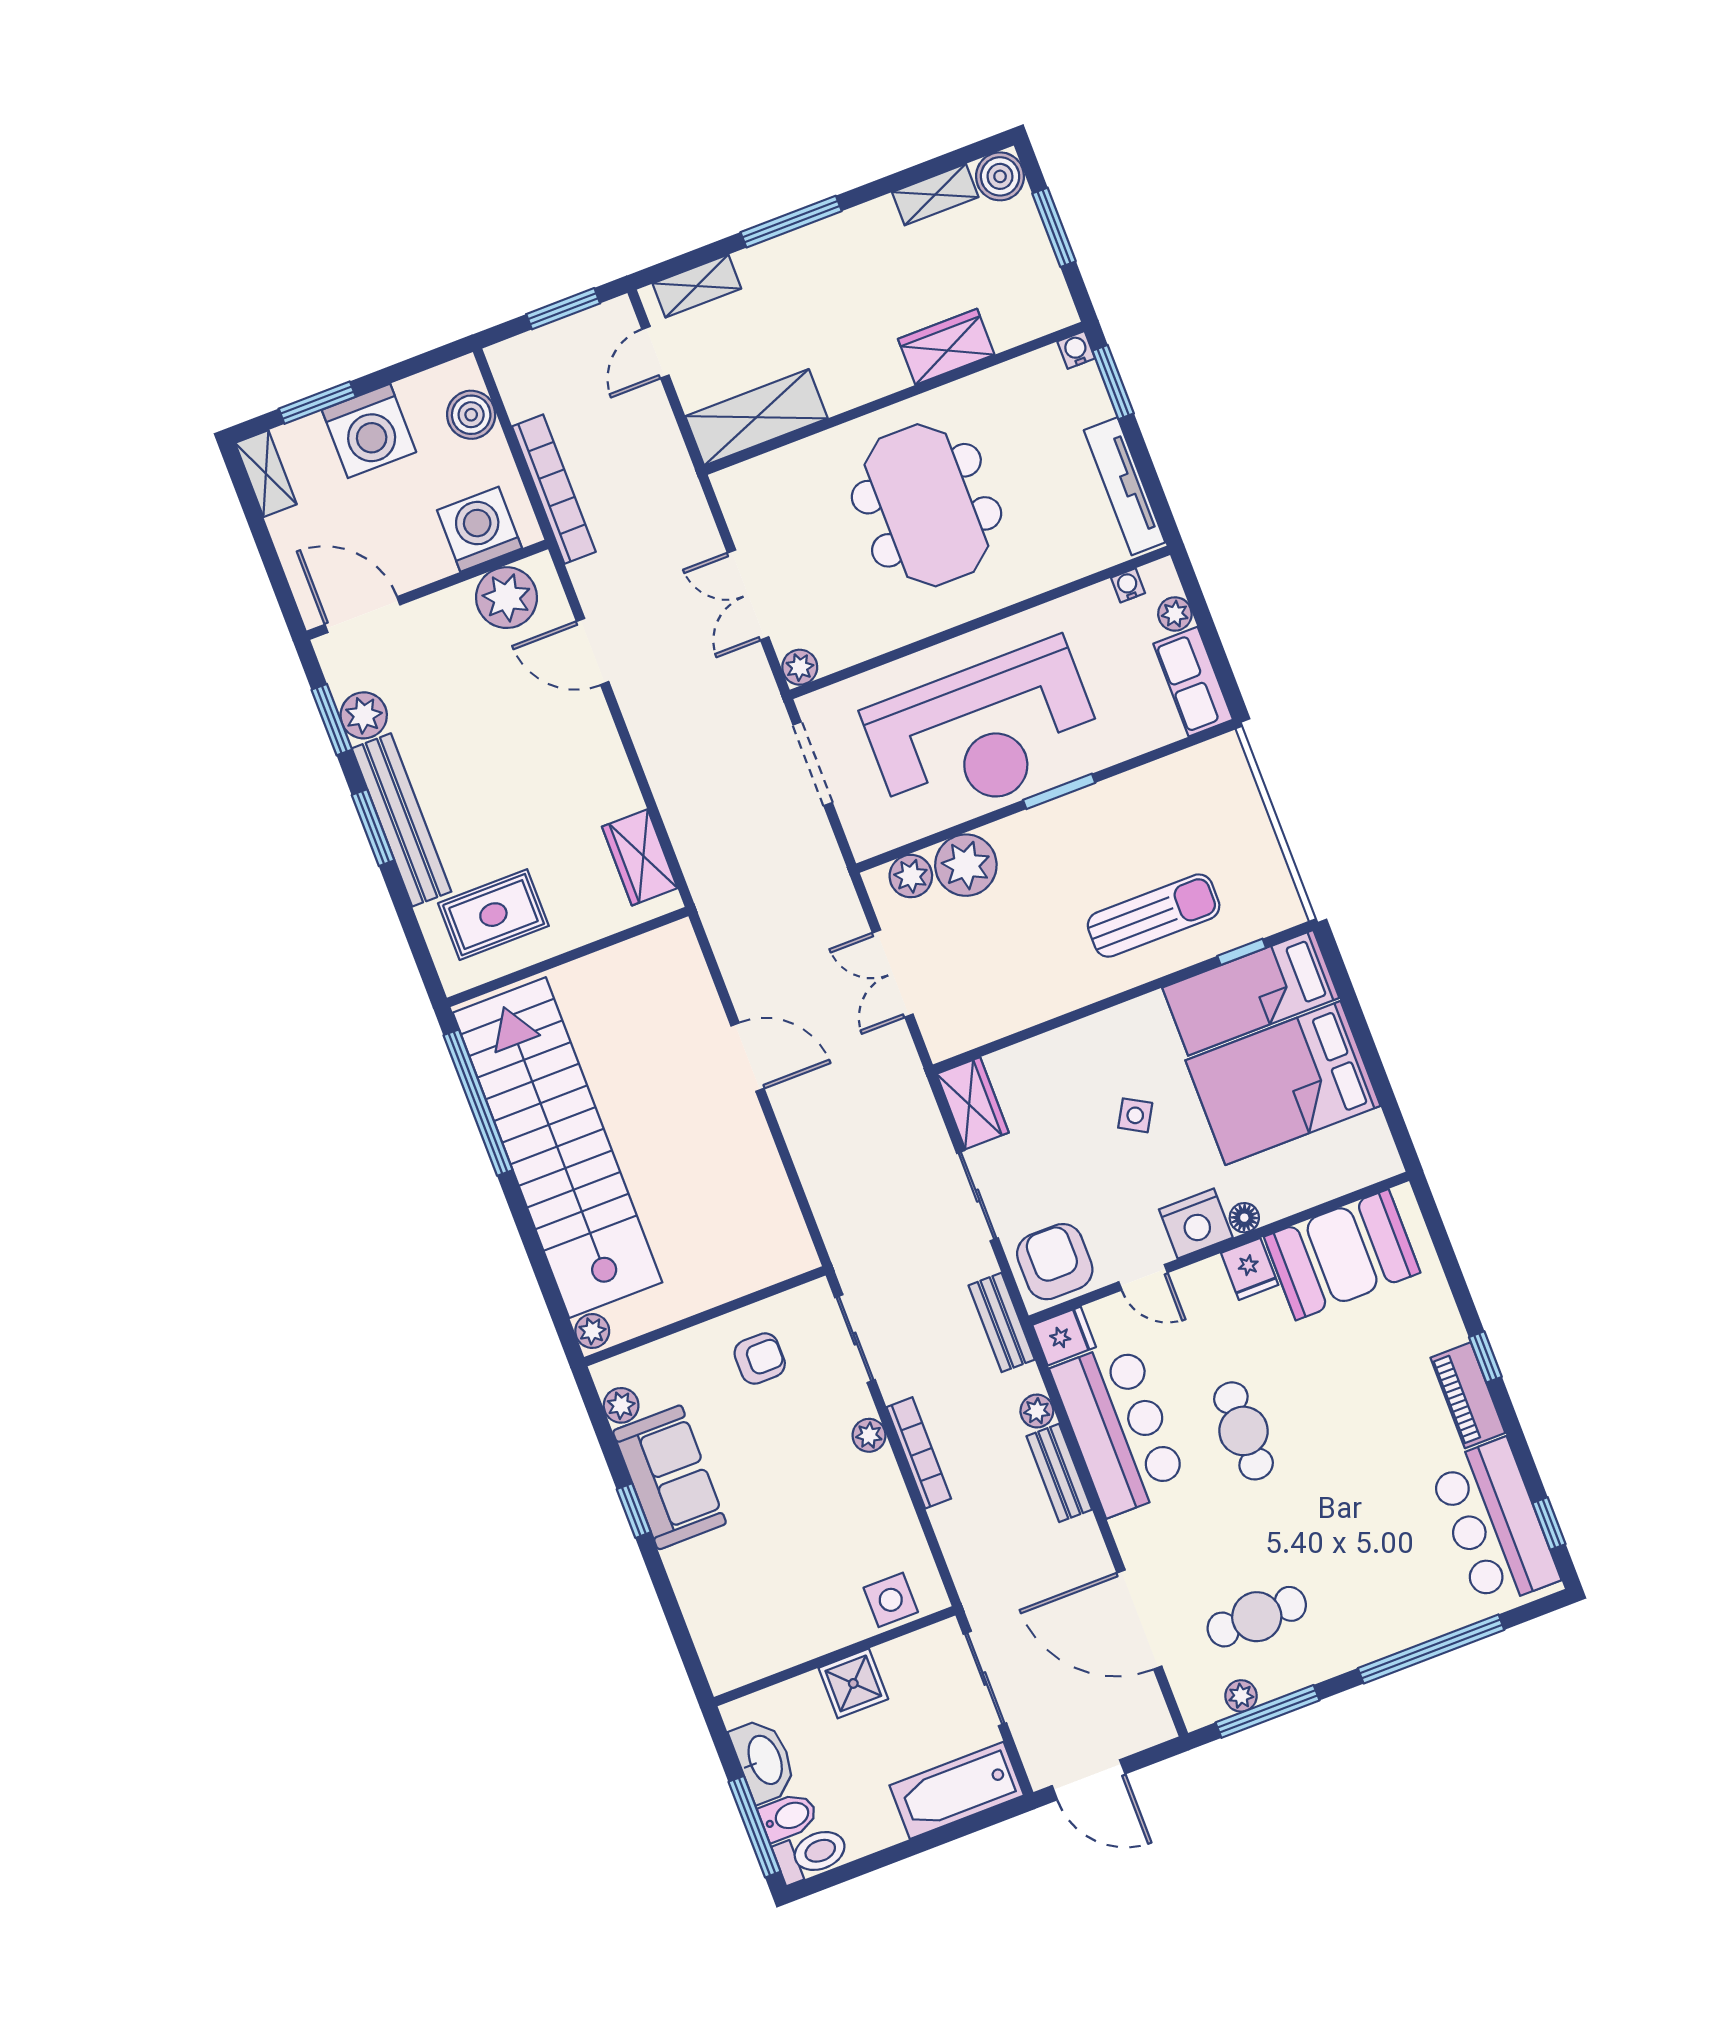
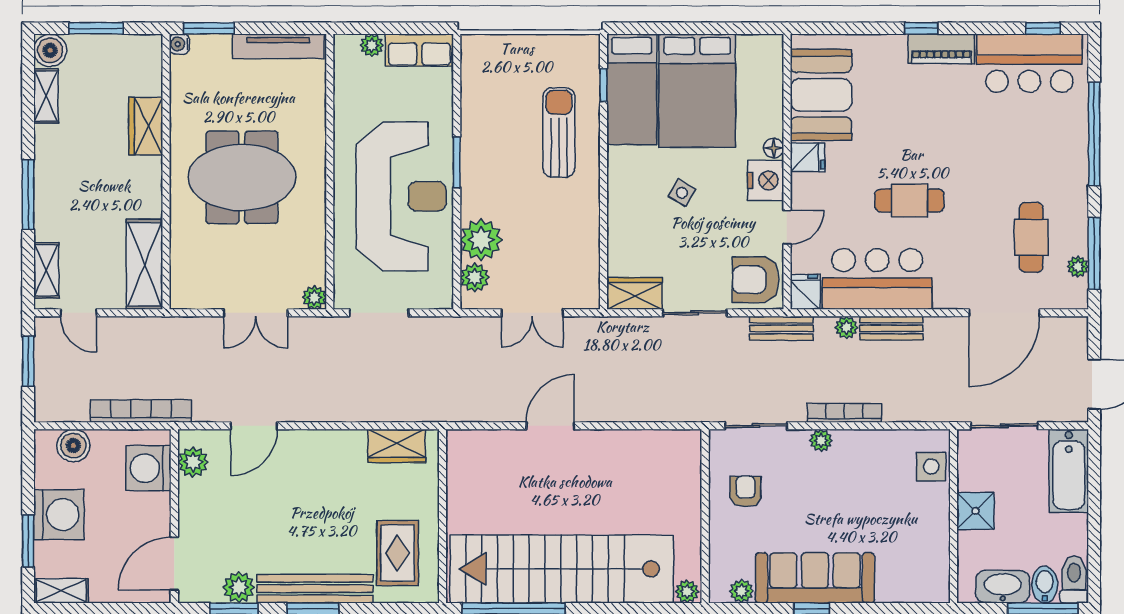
water cooler: (1128, 585) -> (342, 68), removed
plant: (507, 598) -> (193, 462), width x0.73, depth x0.73
sofa: (669, 1477) -> (815, 578), width x1.36

